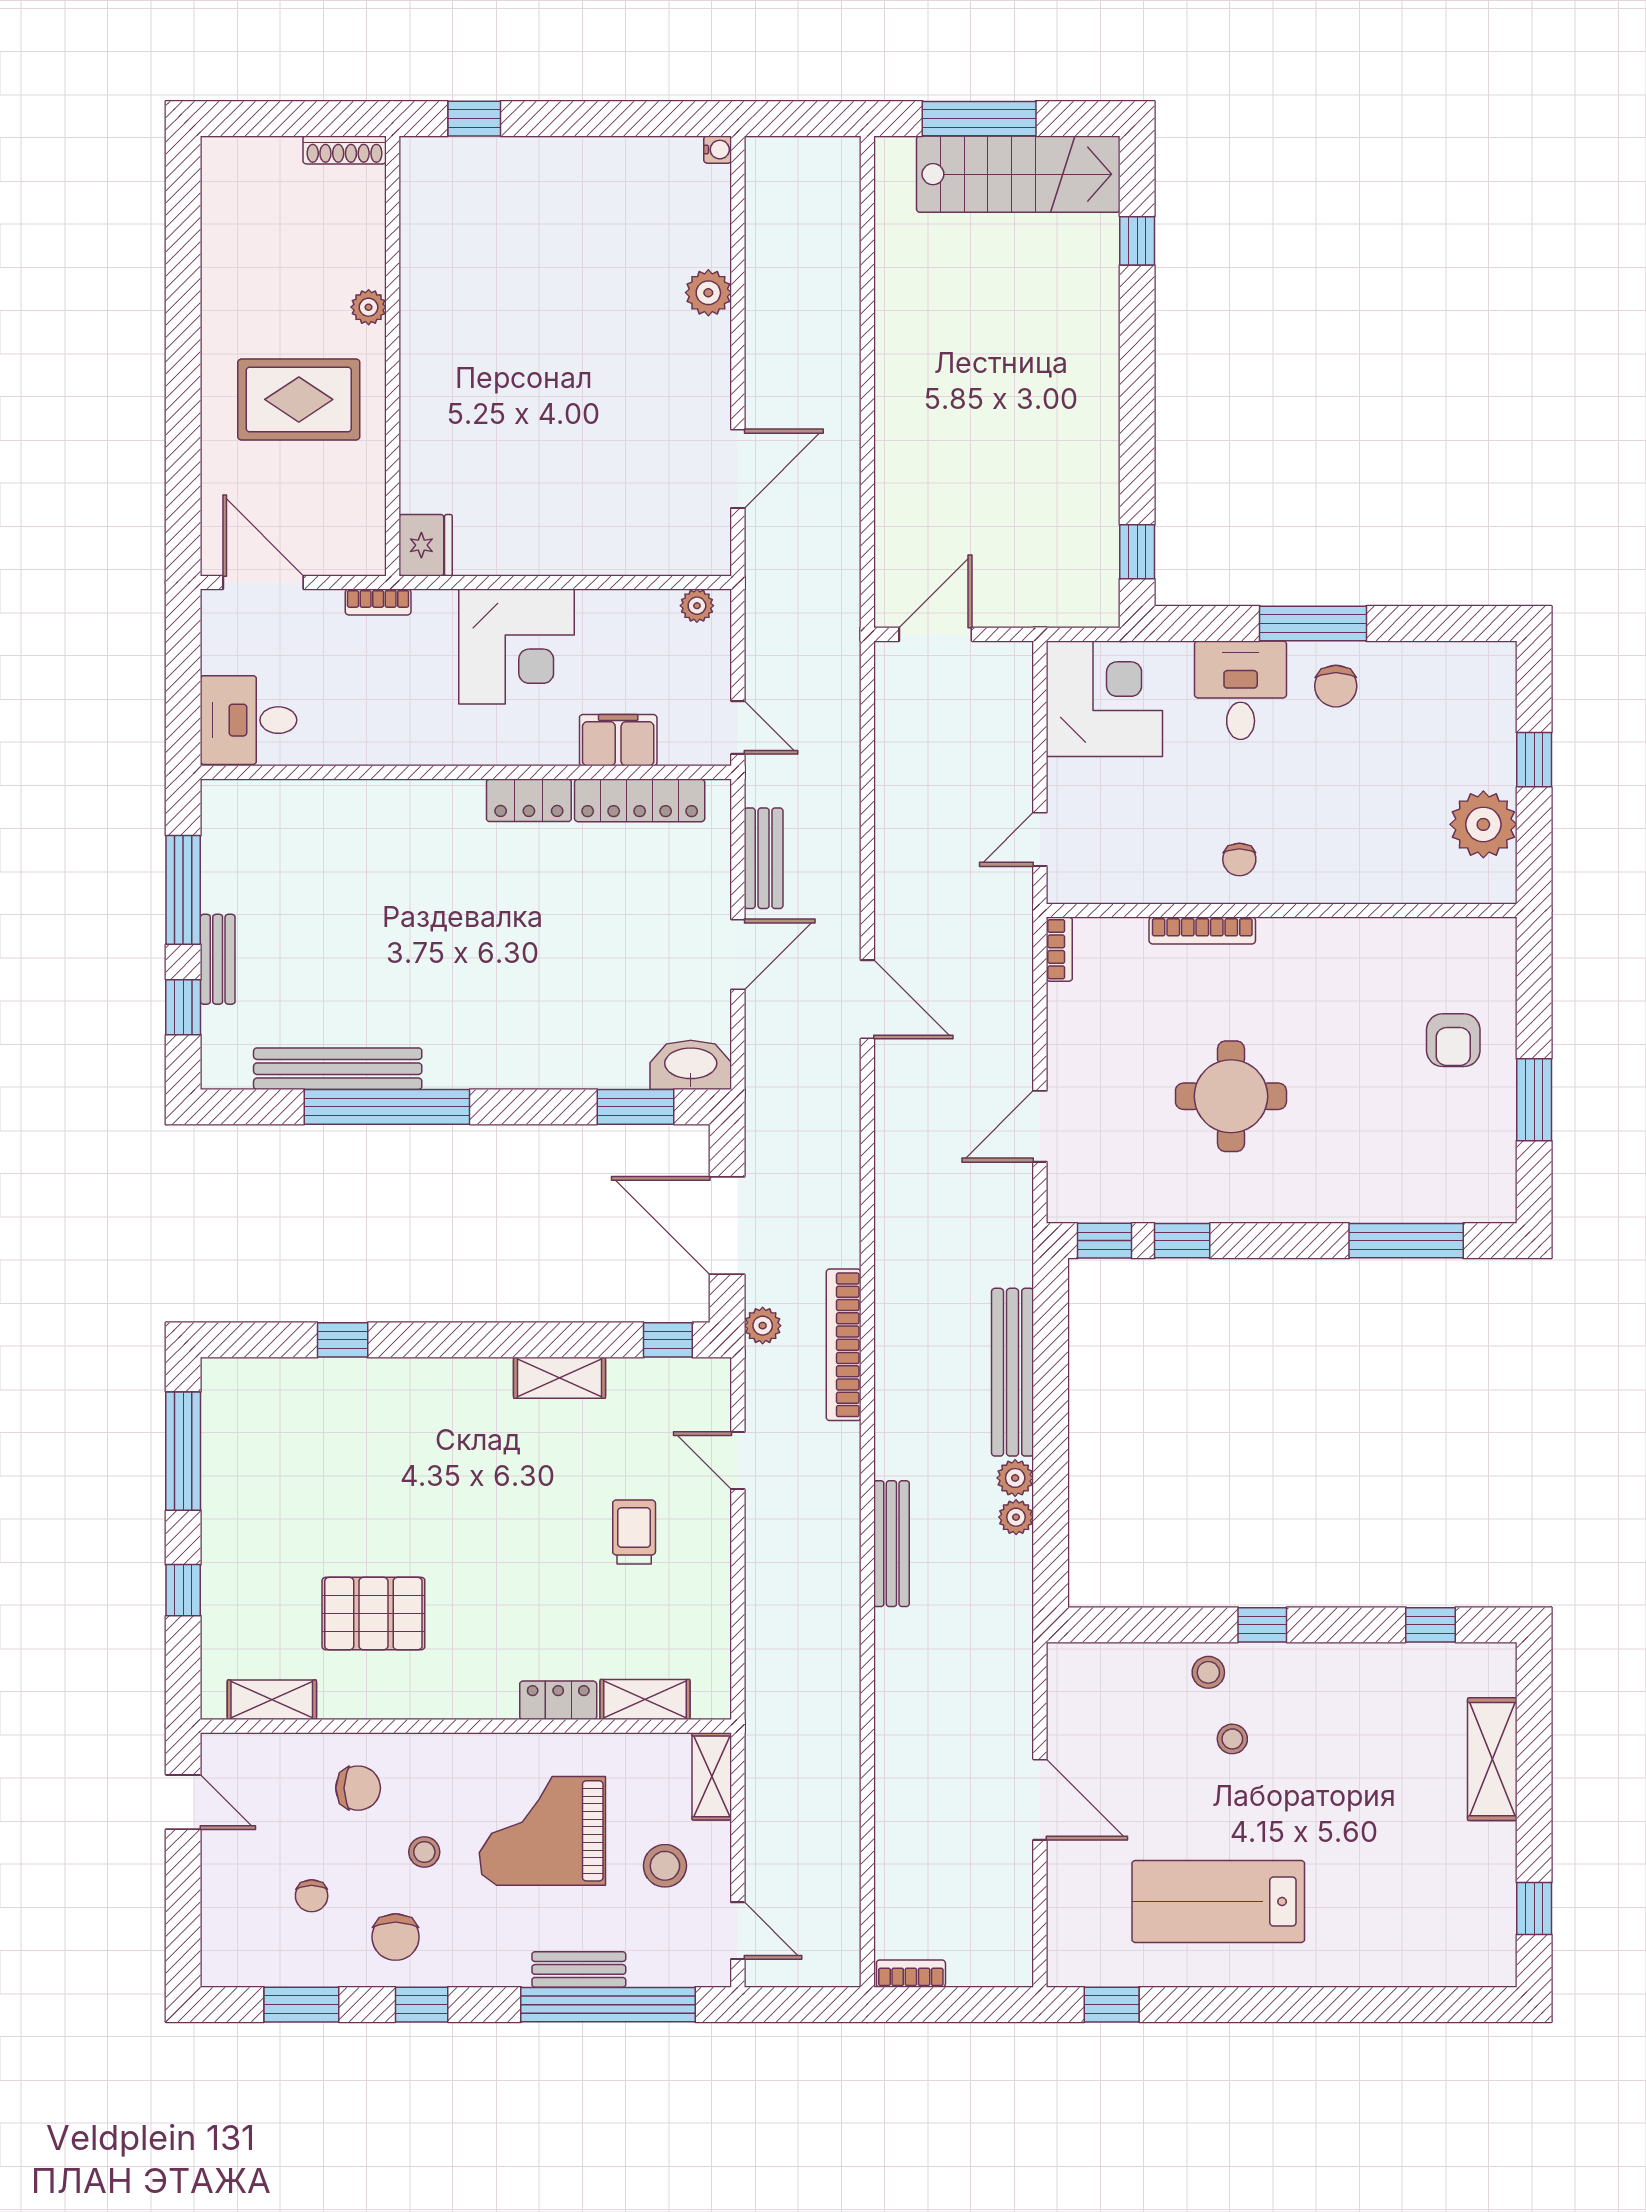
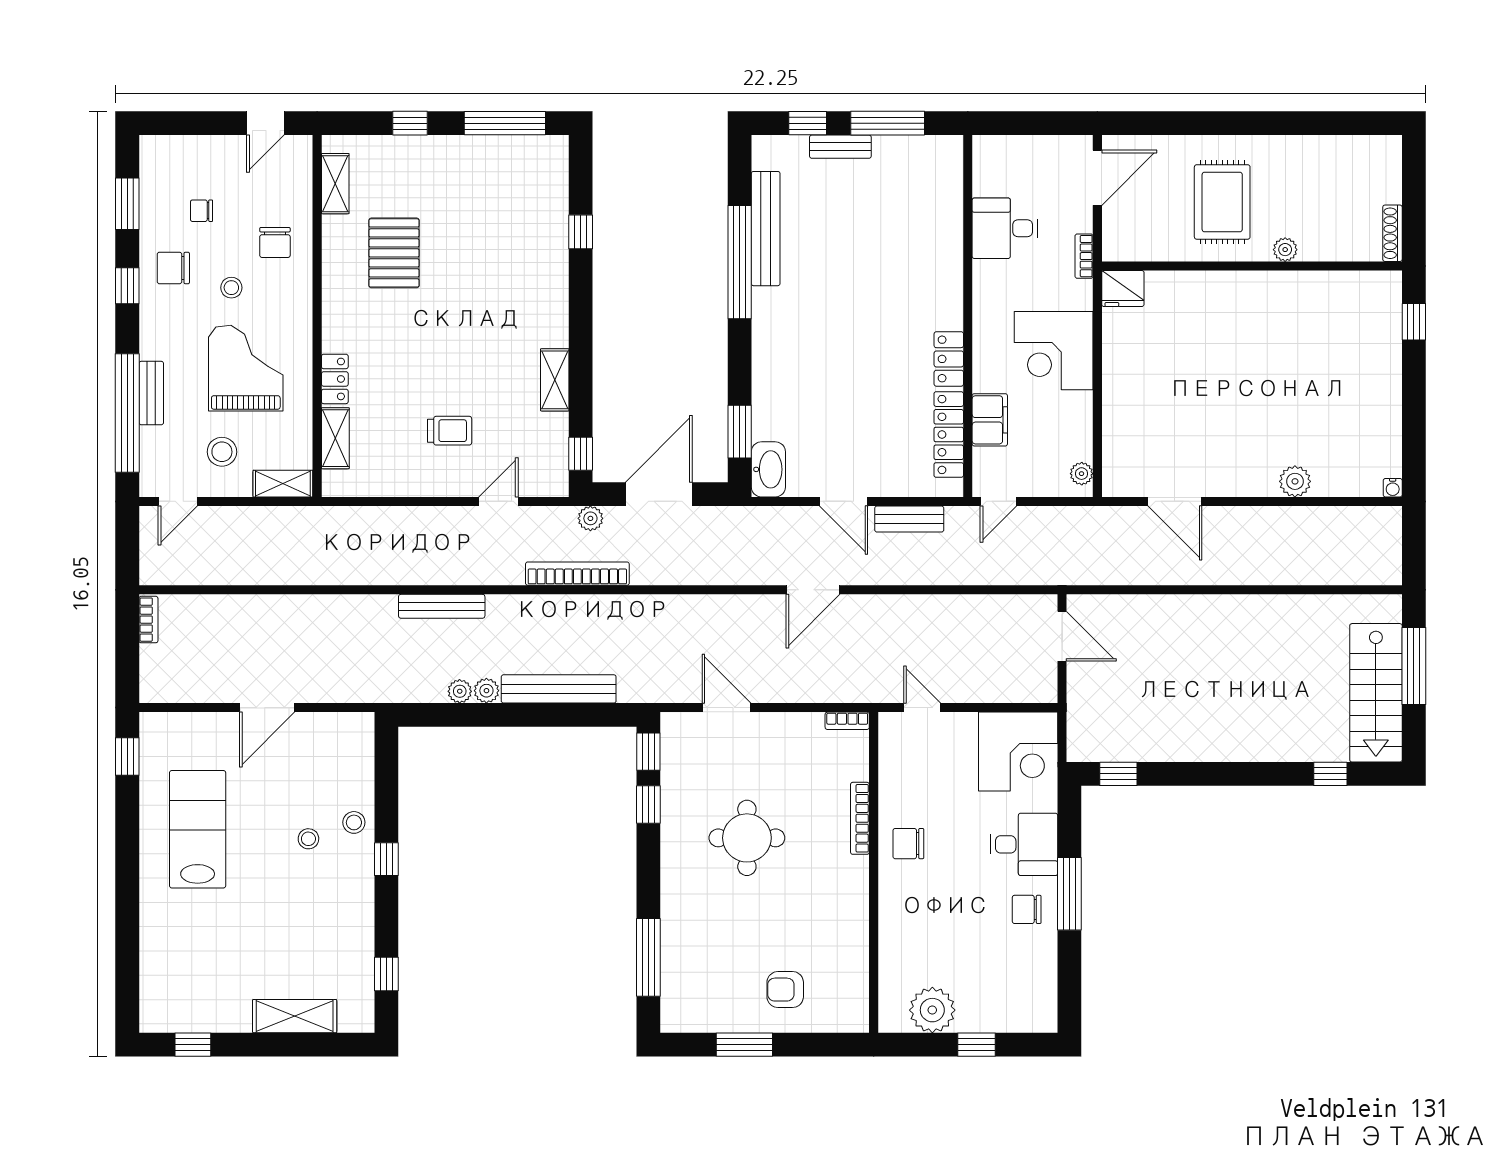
desk: (249, 720) -> (1005, 228), moved, turned -90
chair: (1239, 859) -> (908, 844), width x1.37, depth x1.37

